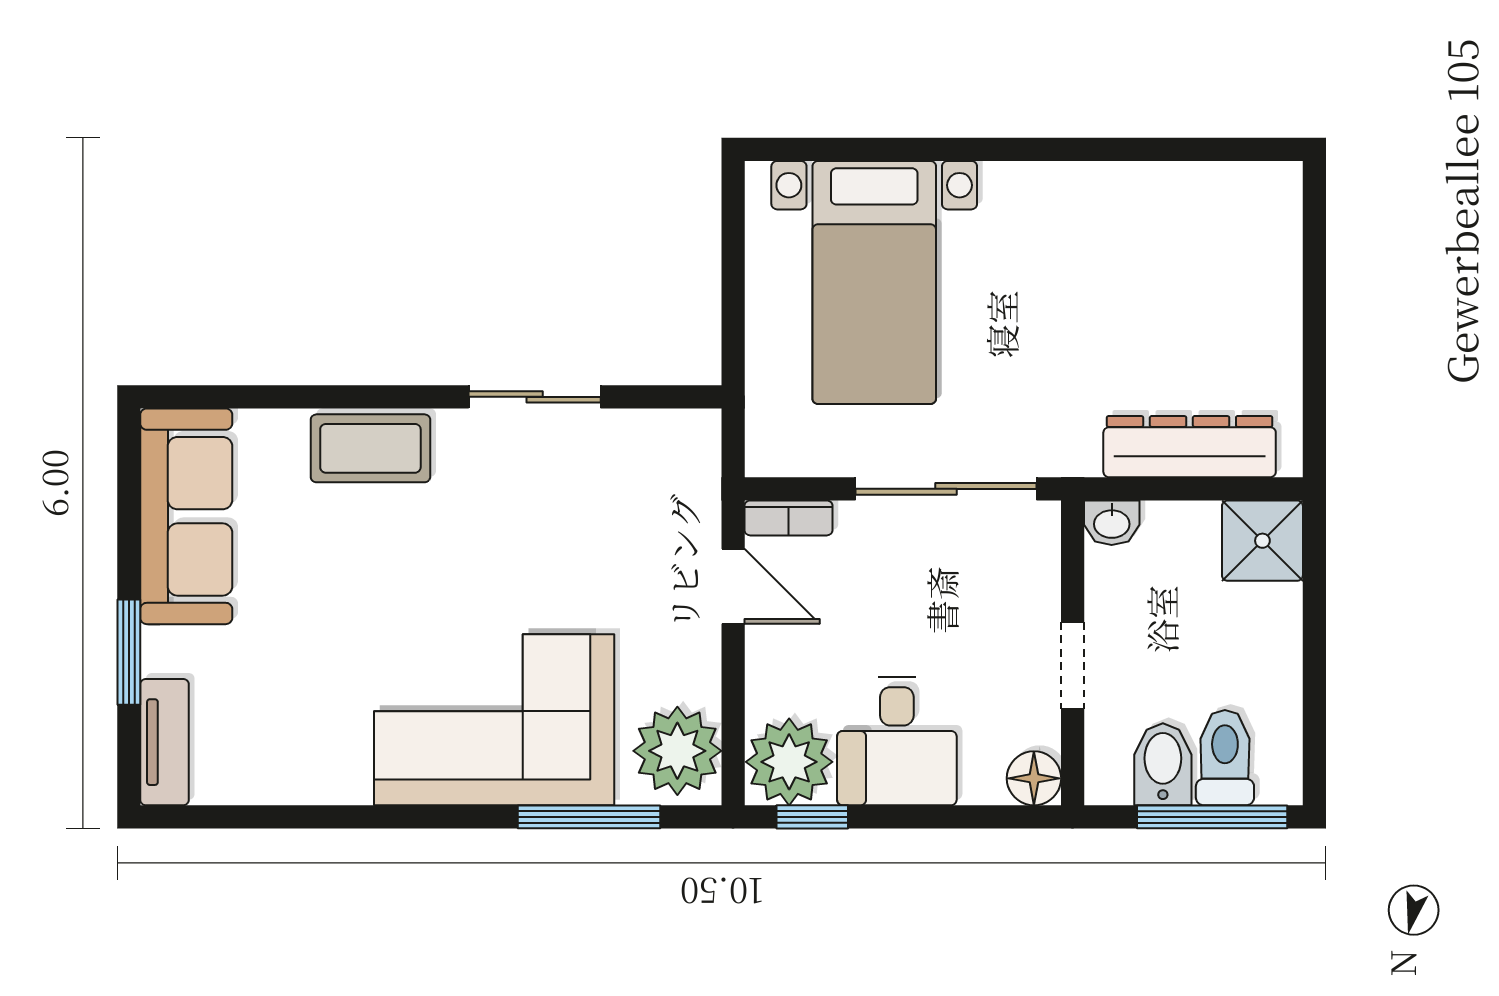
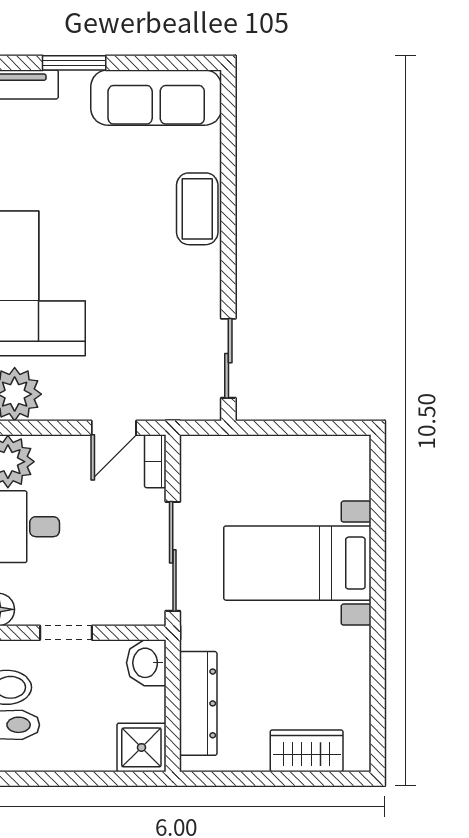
wardrobe: (1268, 267) -> (307, 751), added
bed with nightstands: (874, 282) -> (297, 563), moved
sliding door: (535, 397) -> (228, 358), moved
washbasin: (1112, 523) -> (146, 663), width x1.38, depth x1.45

